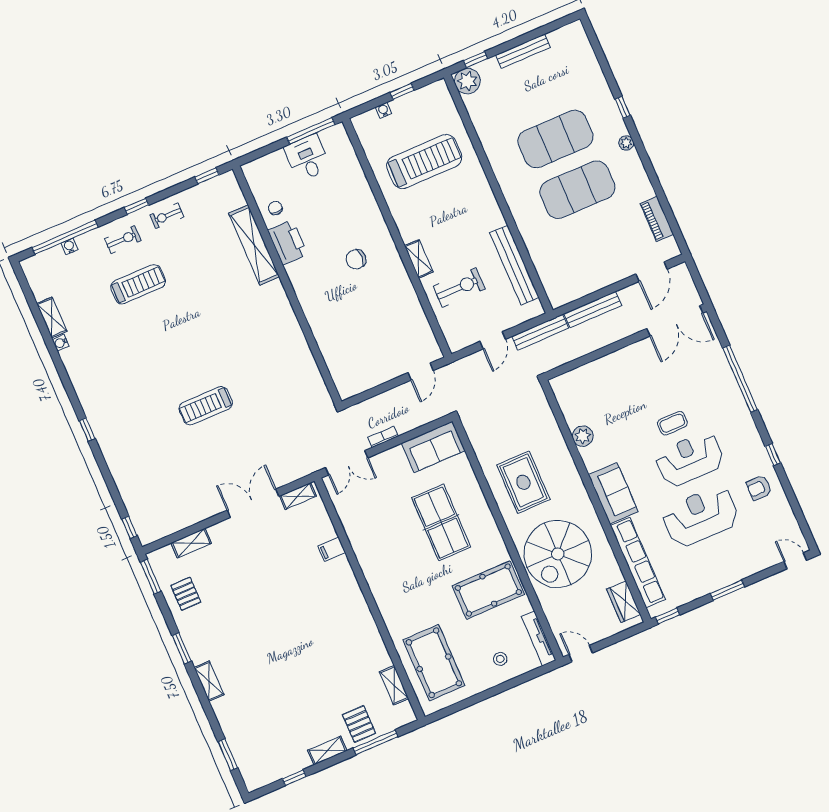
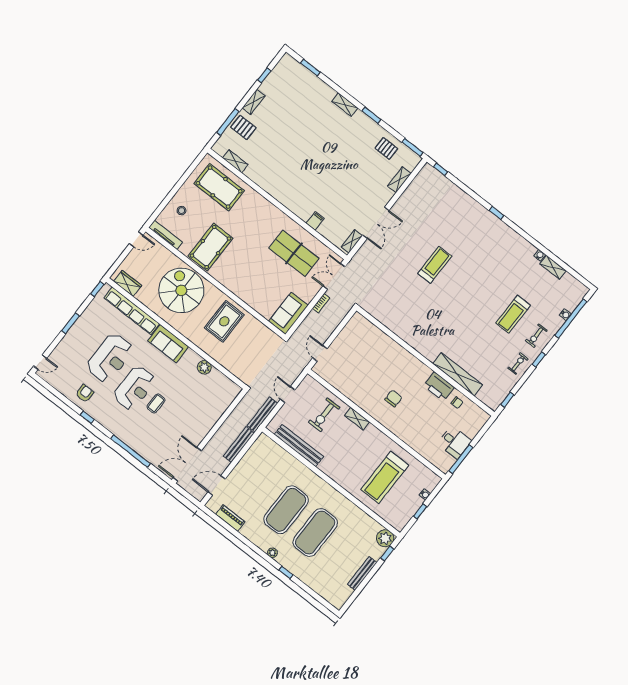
door: (651, 272) -> (217, 485), hinge flipped
rug: (523, 482) -> (224, 321), turned 90
table tennis table: (441, 522) -> (294, 253), moved

